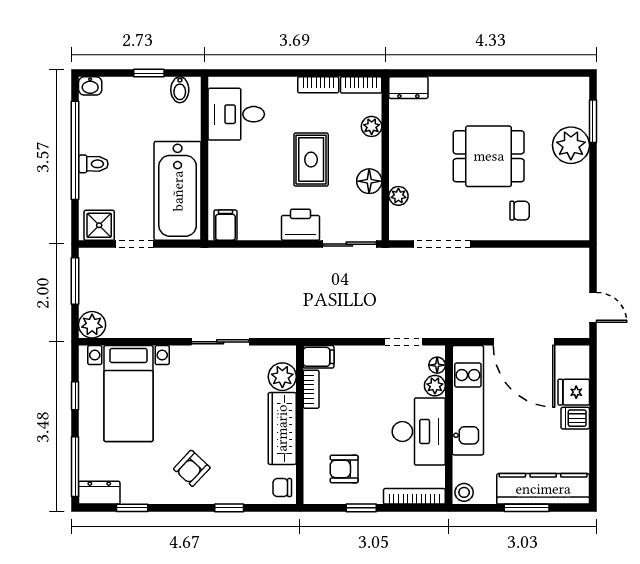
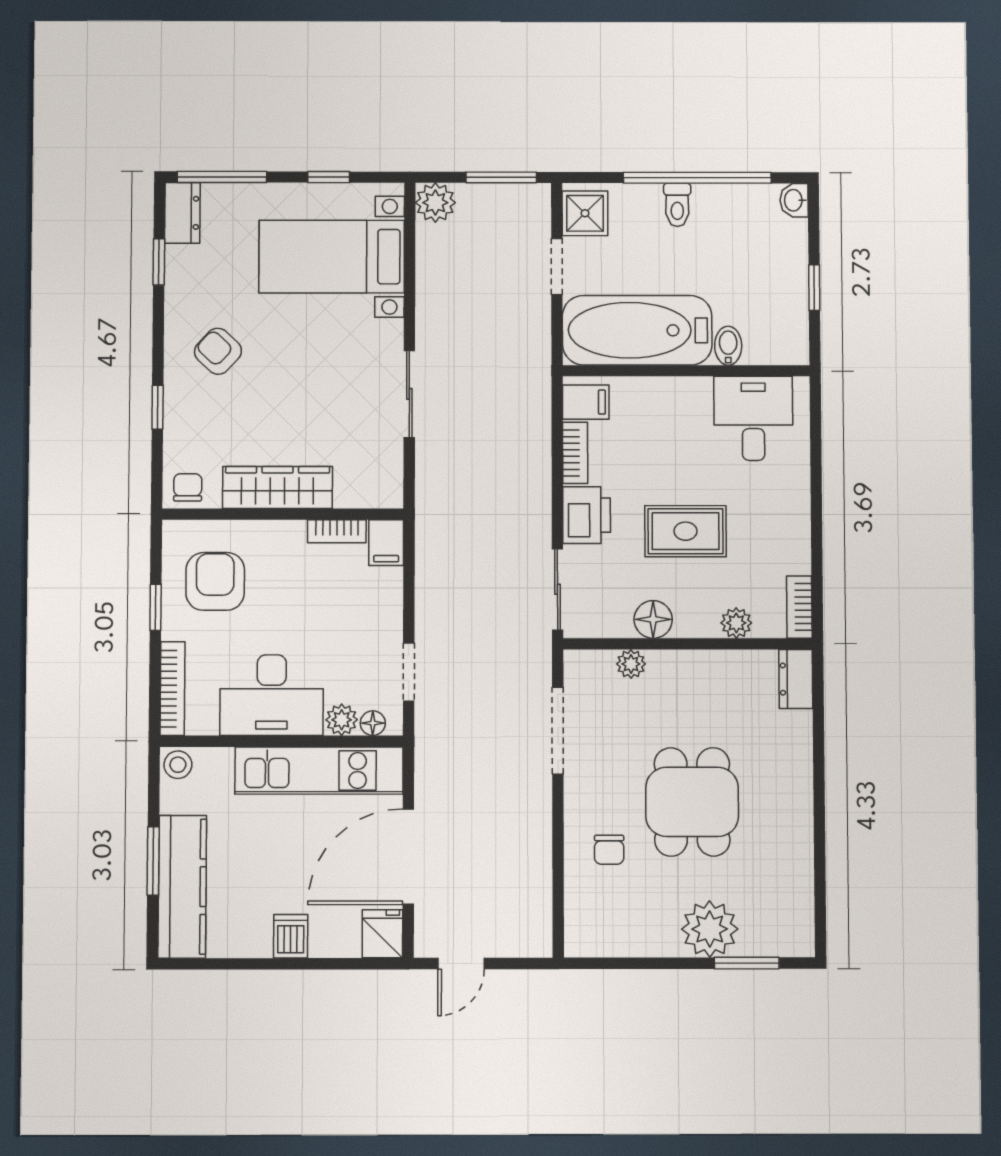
bookcase: (318, 85) -> (575, 453), moved, turned 180
bidet: (180, 90) -> (728, 346), moved, turned 90
plant: (282, 377) -> (356, 488), removed
fridge: (574, 392) -> (382, 934), moved
armchair: (344, 469) -> (215, 581), width x1.38, depth x1.38

